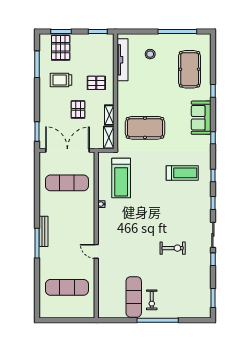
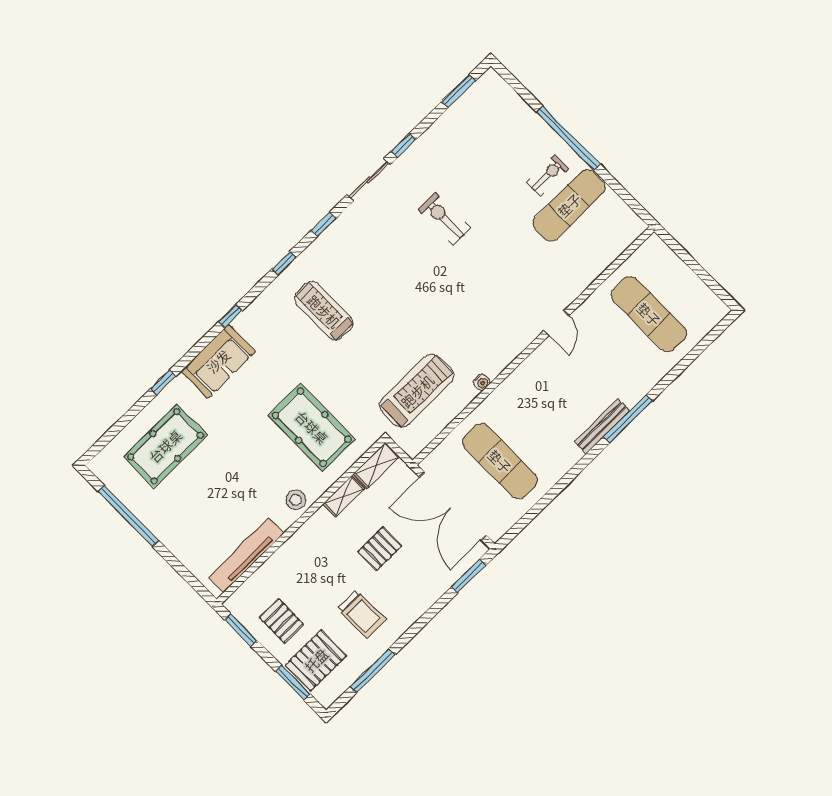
stool: (150, 54) -> (296, 500), moved
pallet: (96, 83) -> (281, 621), moved

